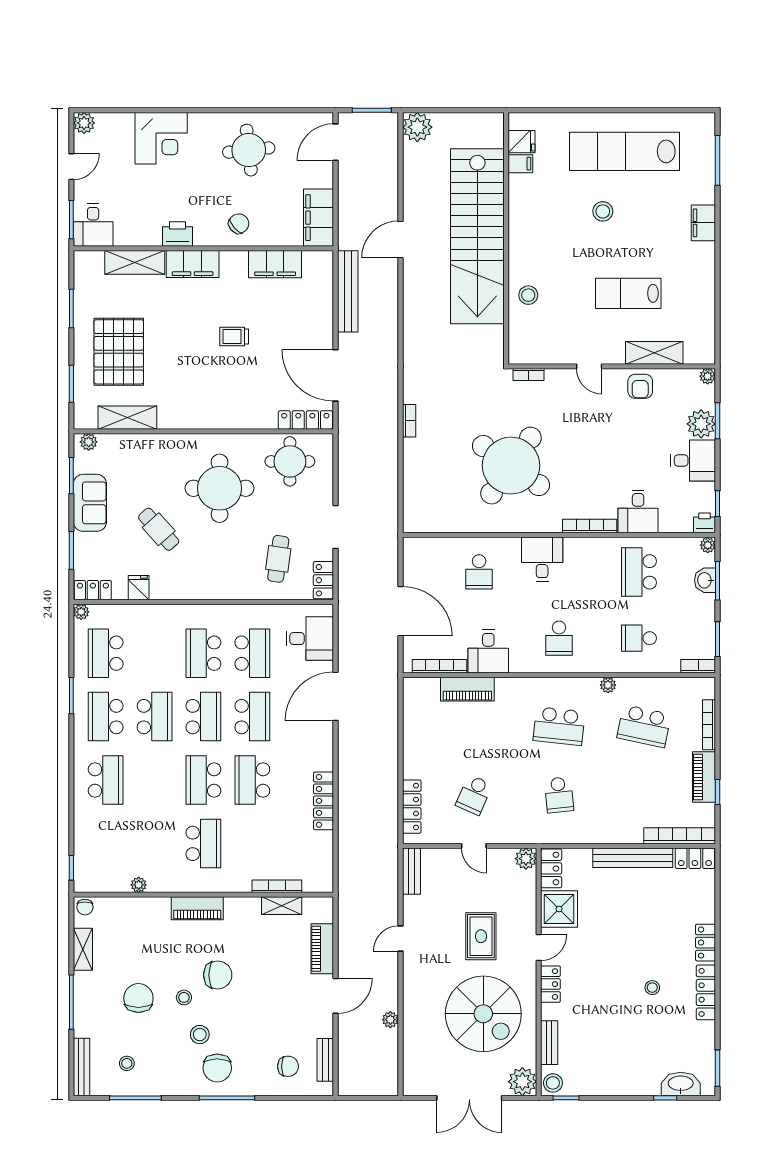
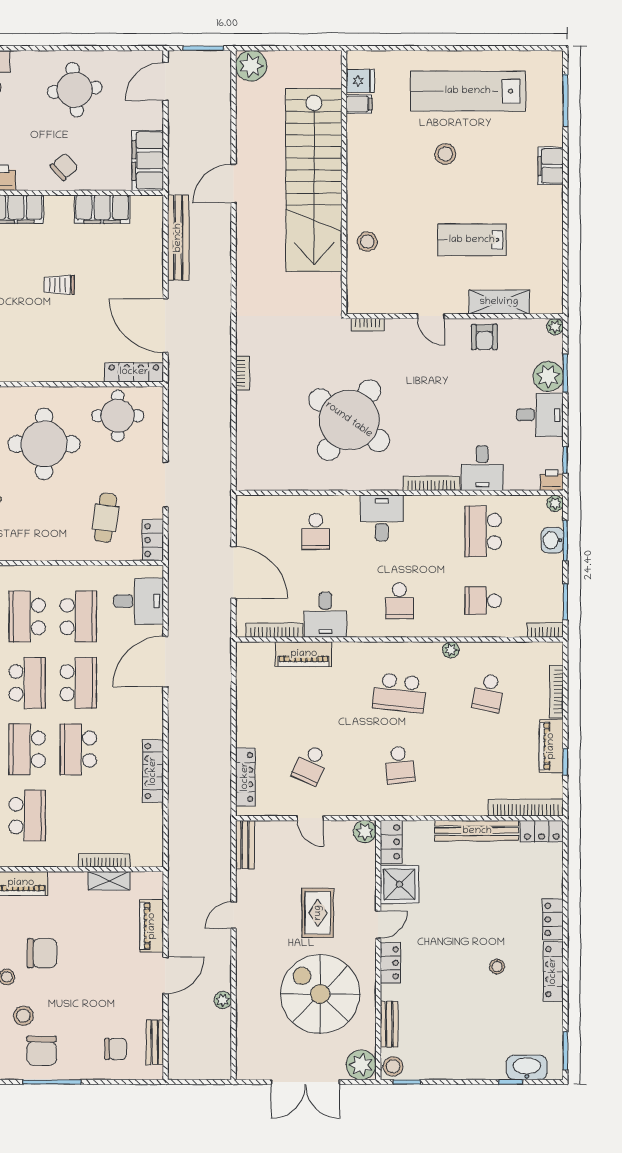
school desk: (644, 726) -> (488, 693), width x0.54
spiral stairs: (483, 1014) -> (320, 994), turned 180

